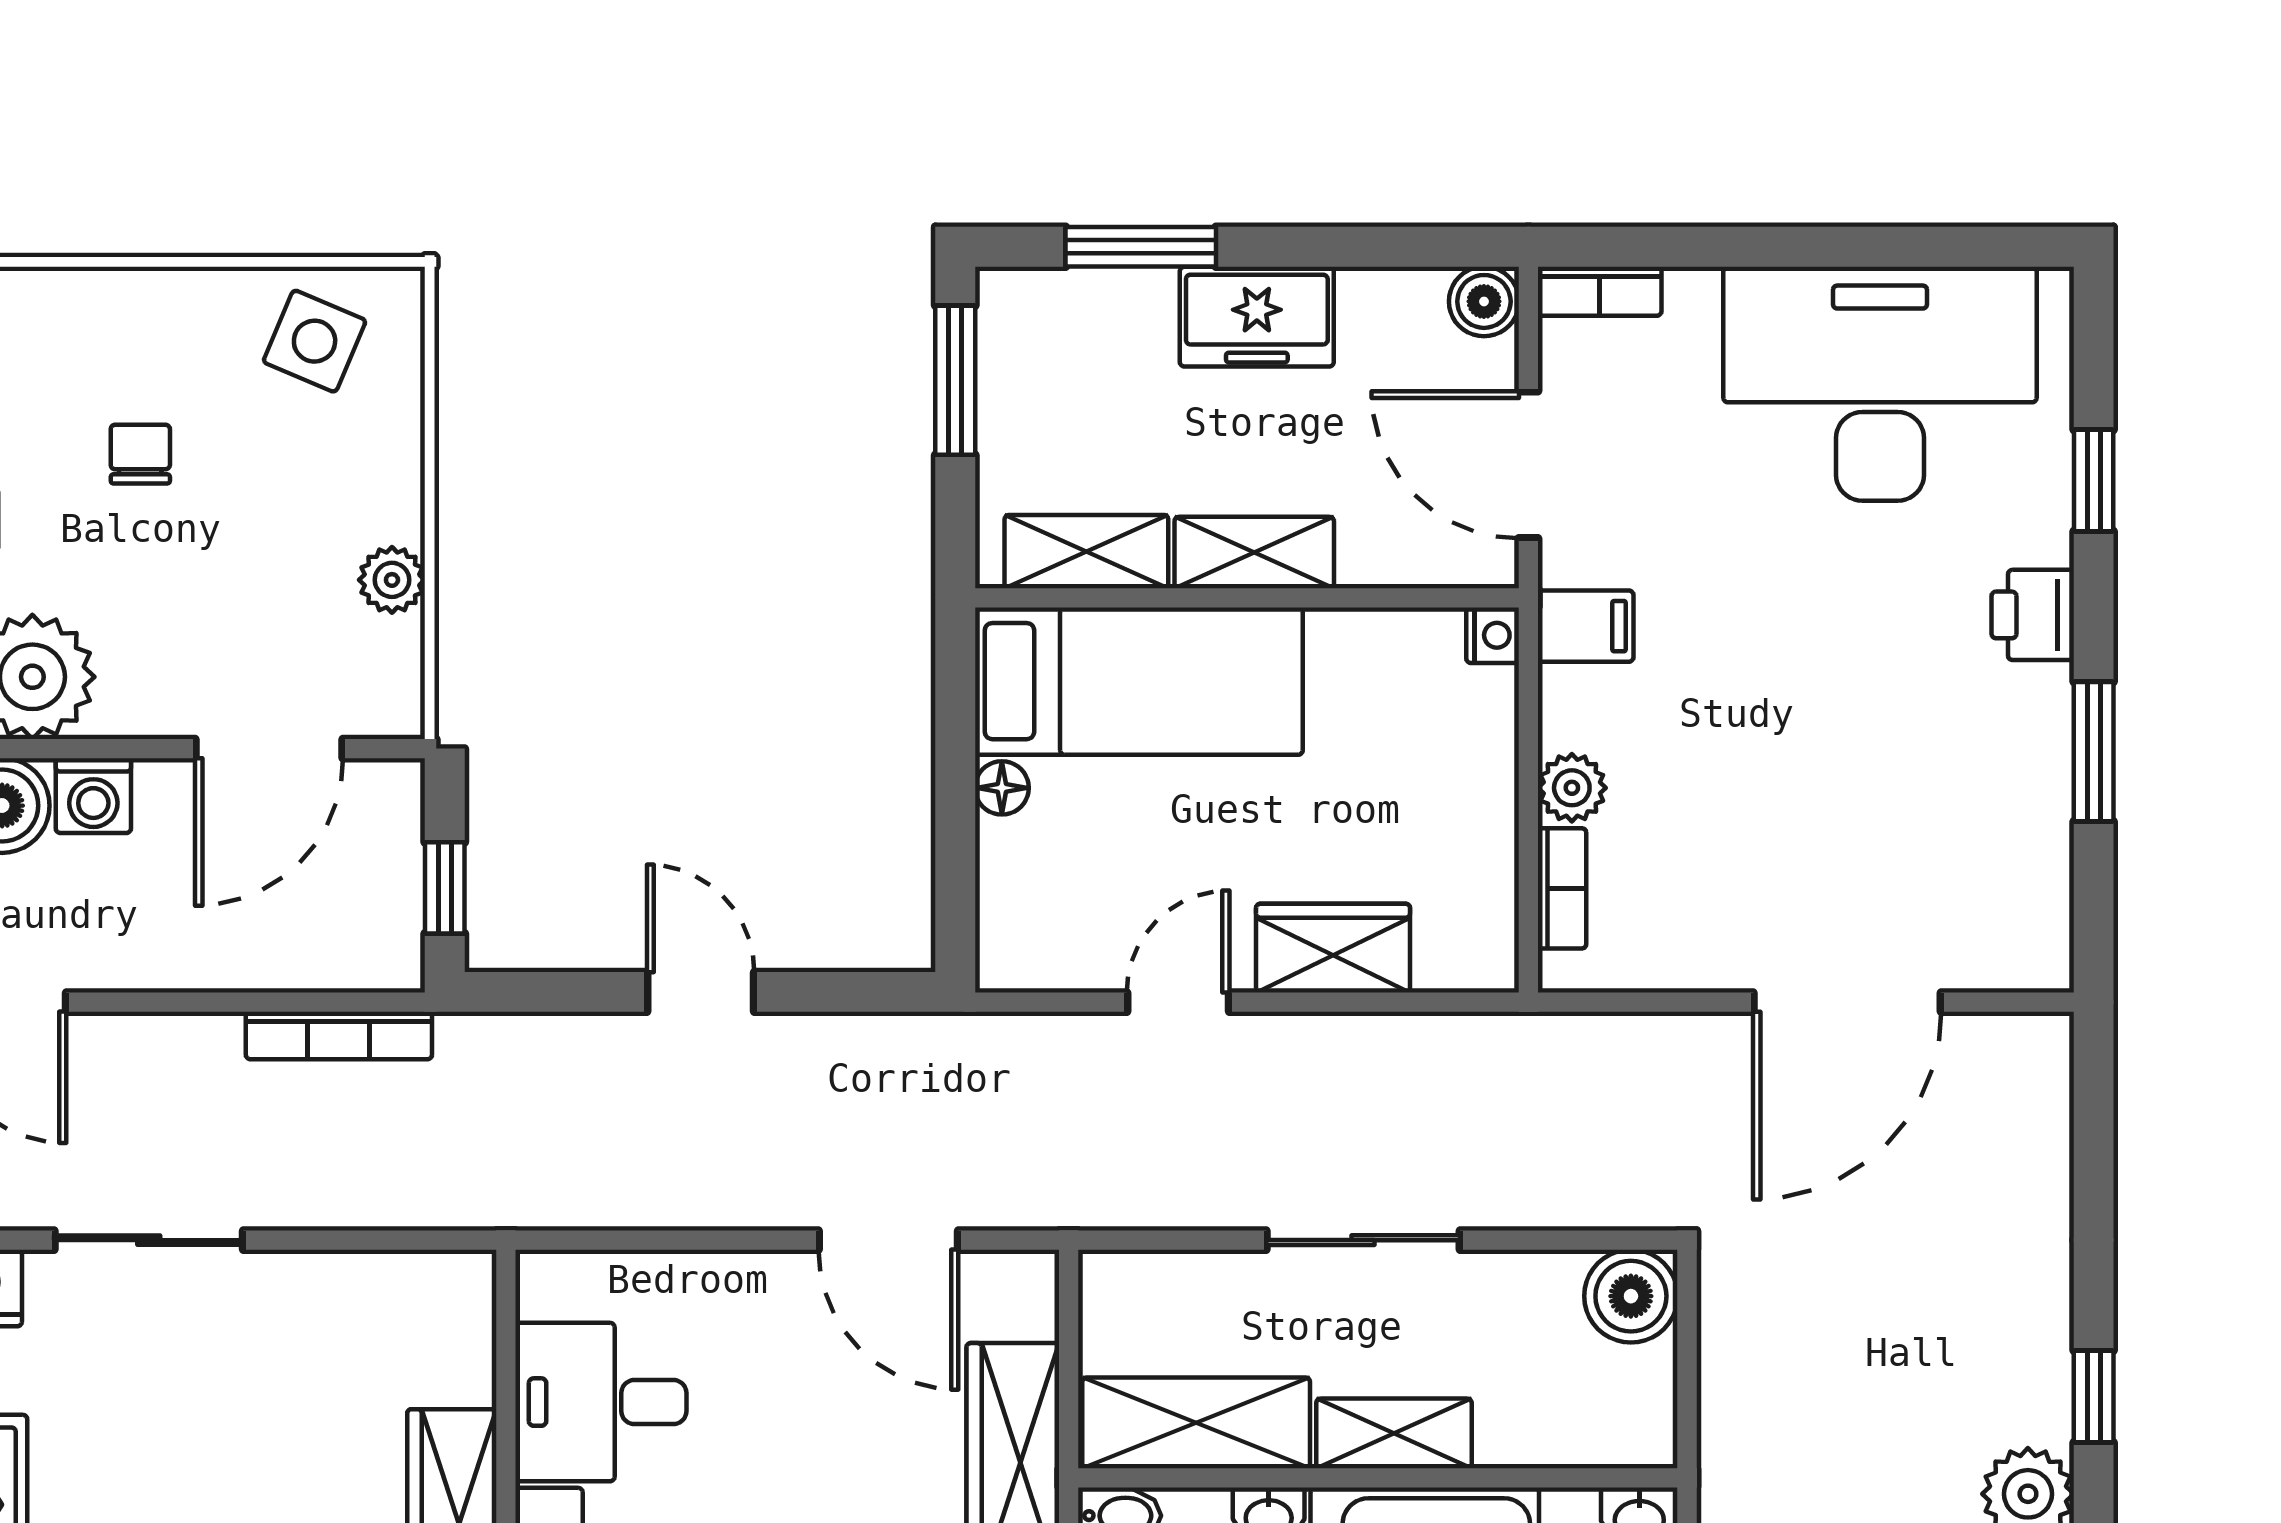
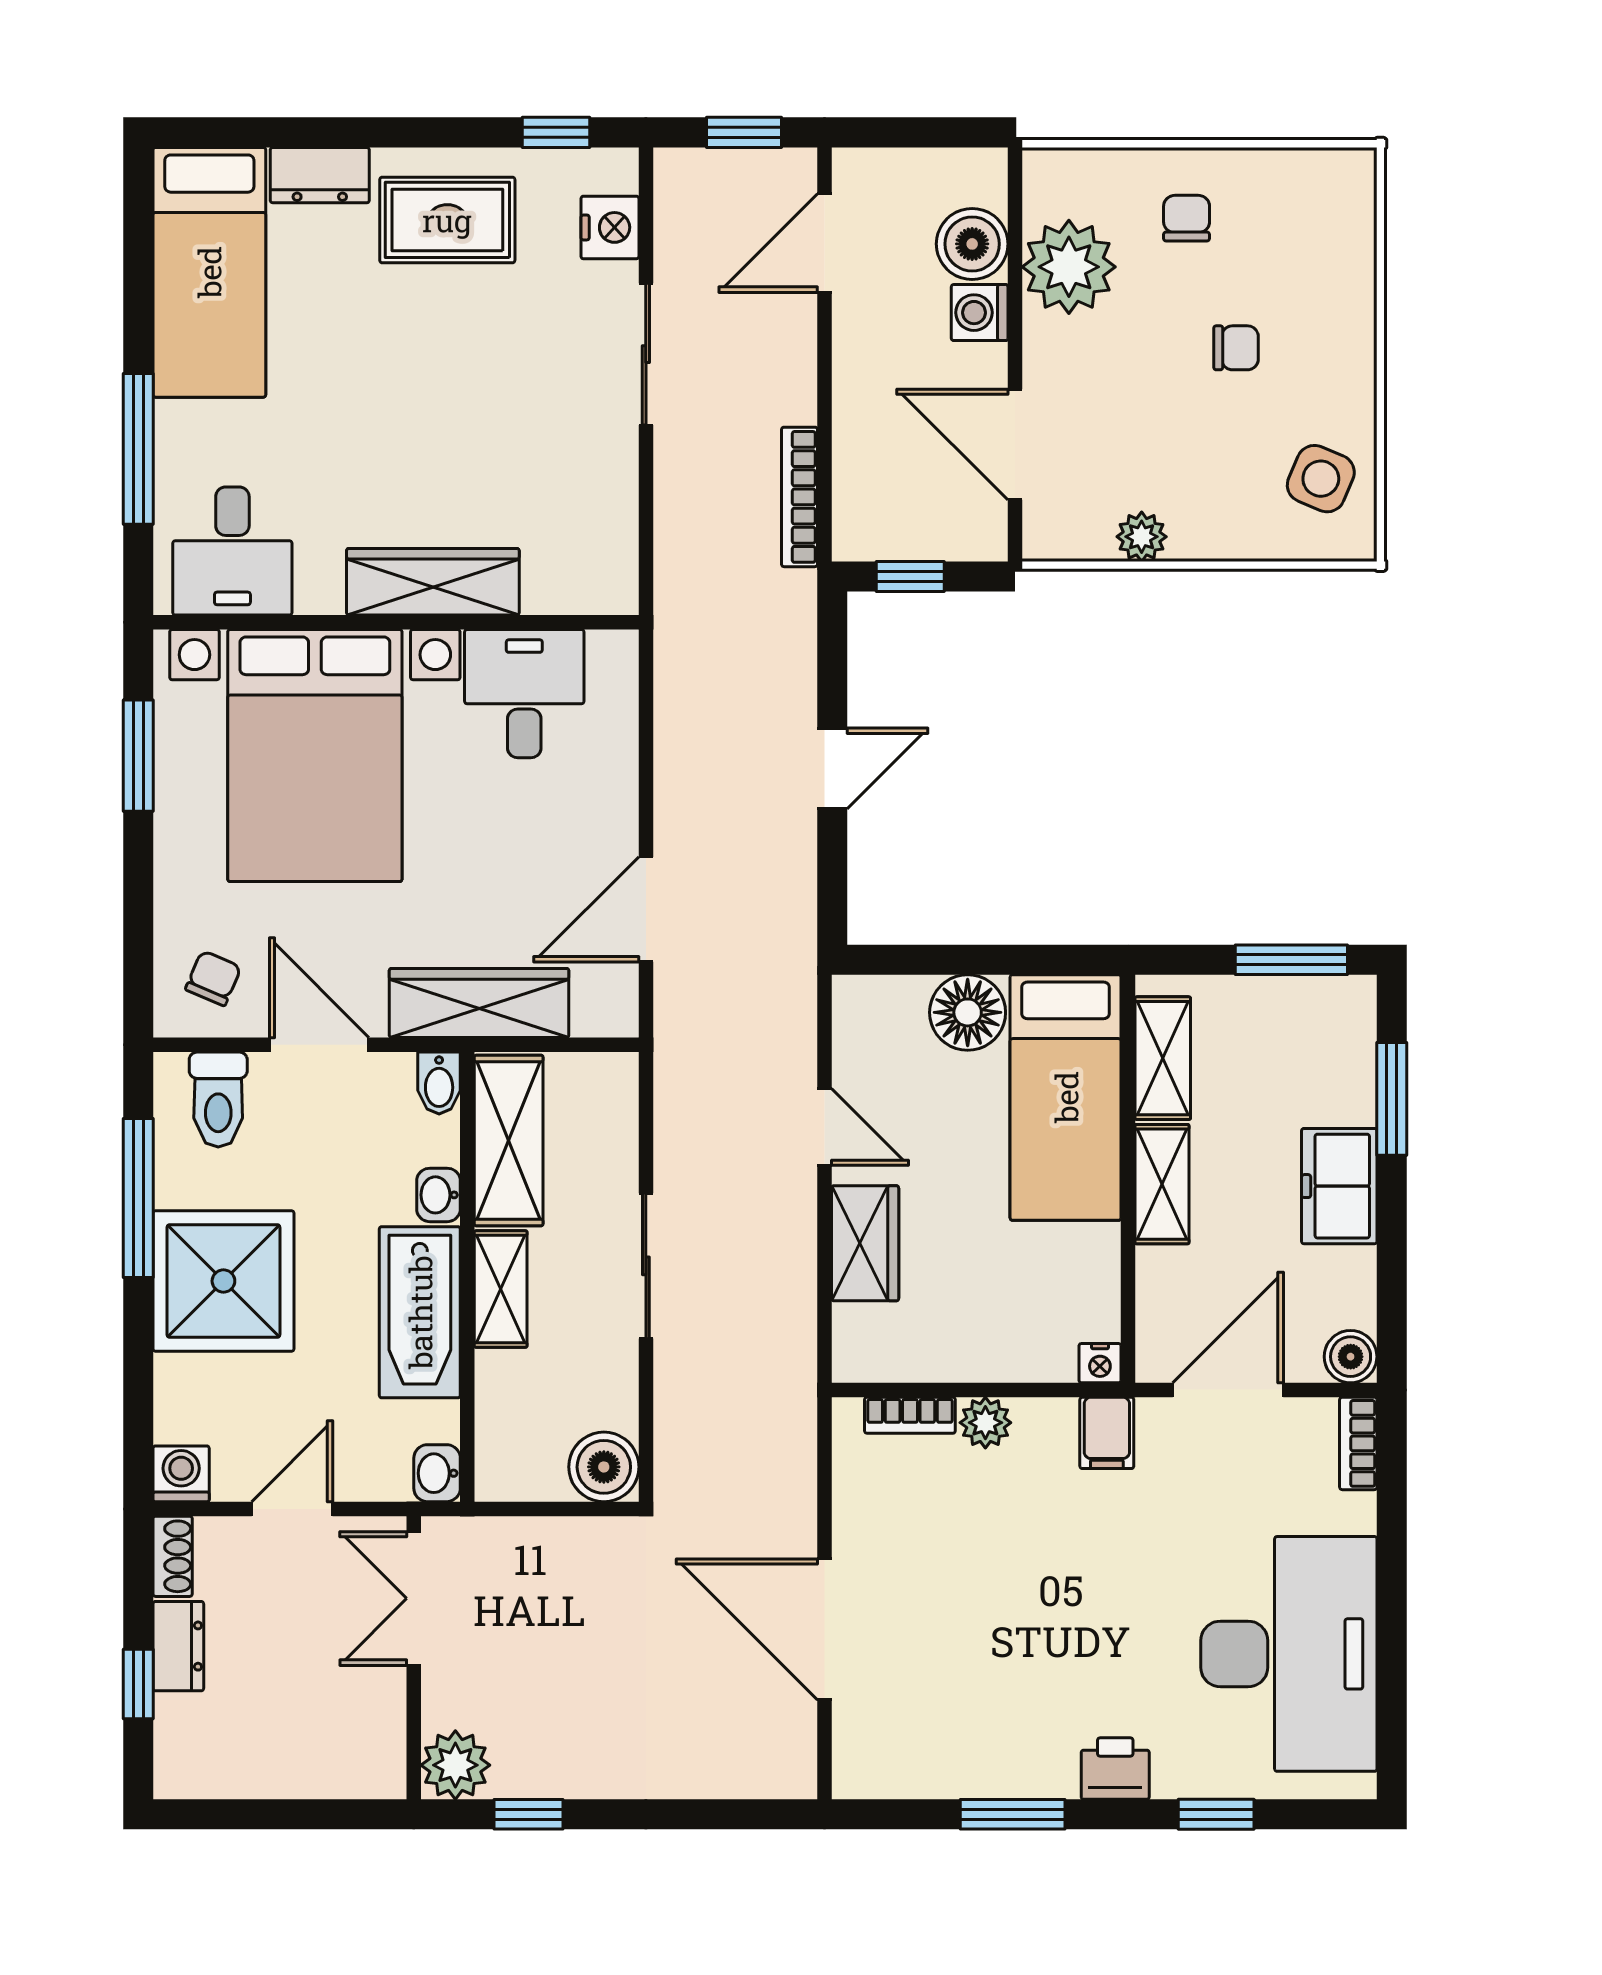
floor lamp: (1002, 788) -> (968, 1012), width x1.89, depth x1.89

